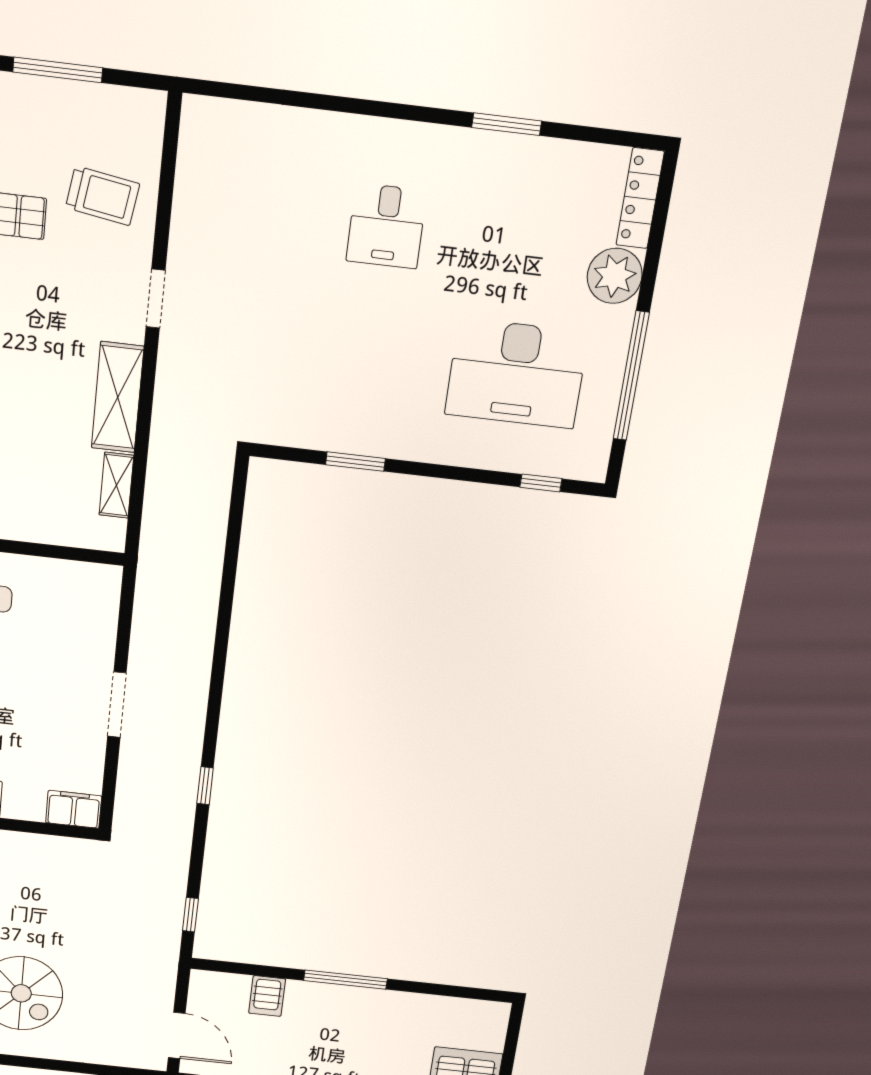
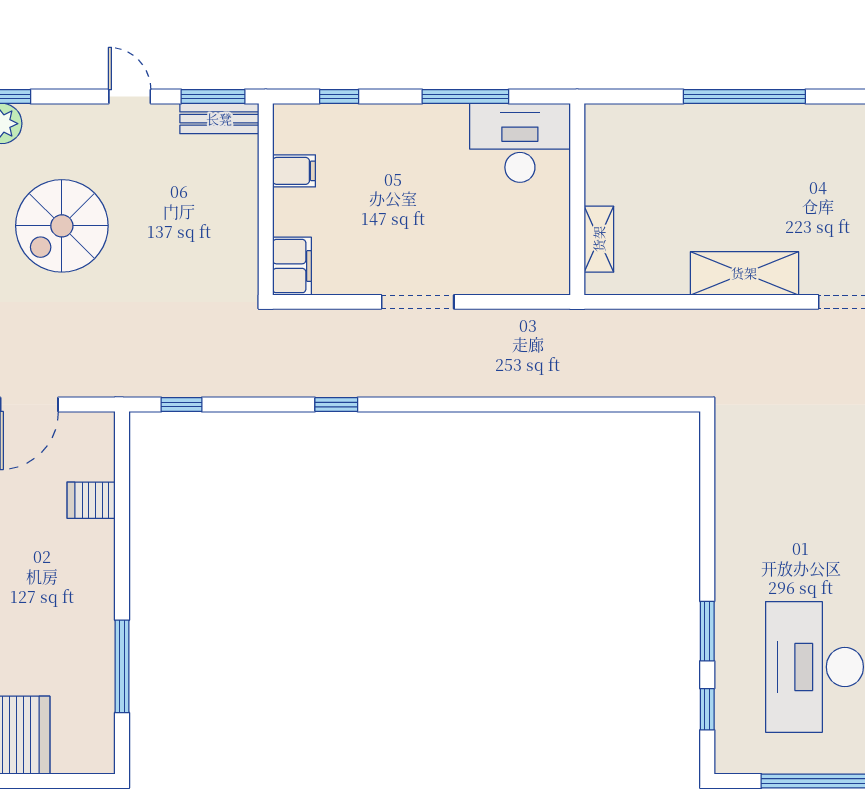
window: (355, 462) -> (707, 631), moved
shelving: (116, 485) -> (599, 239), moved, turned 90
window: (345, 980) -> (122, 666), moved

